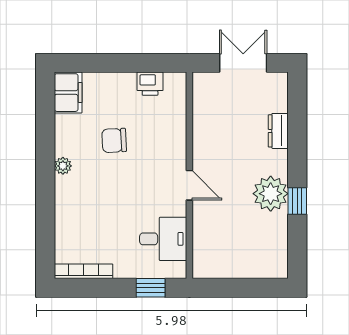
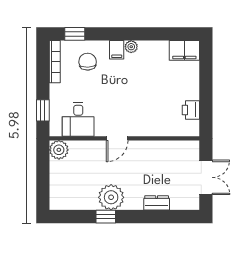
chair: (114, 140) -> (88, 62), moved
filing cabinet: (67, 186) -> (117, 50), added
window: (45, 244) -> (75, 34), added
plant: (205, 266) -> (59, 150), added

